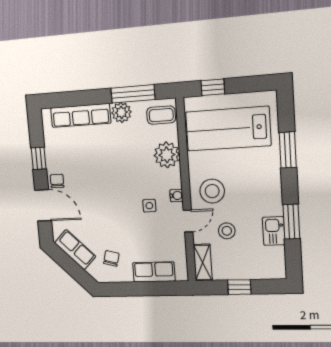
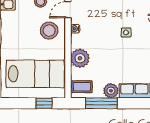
side table: (149, 206) -> (126, 32), moved

